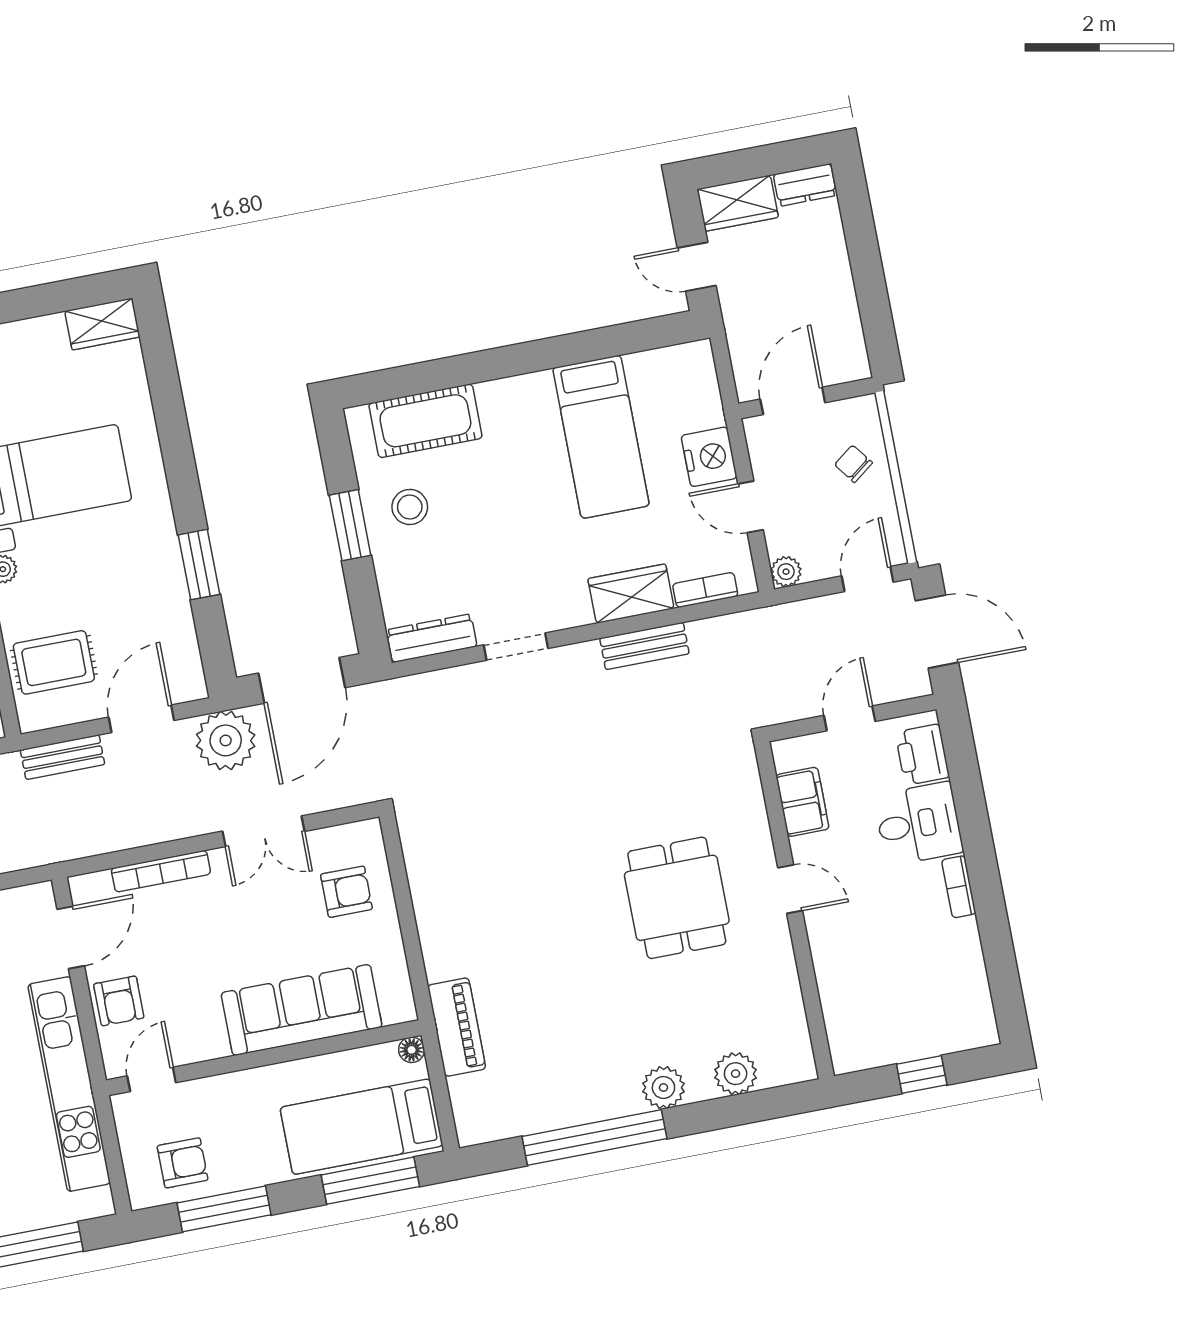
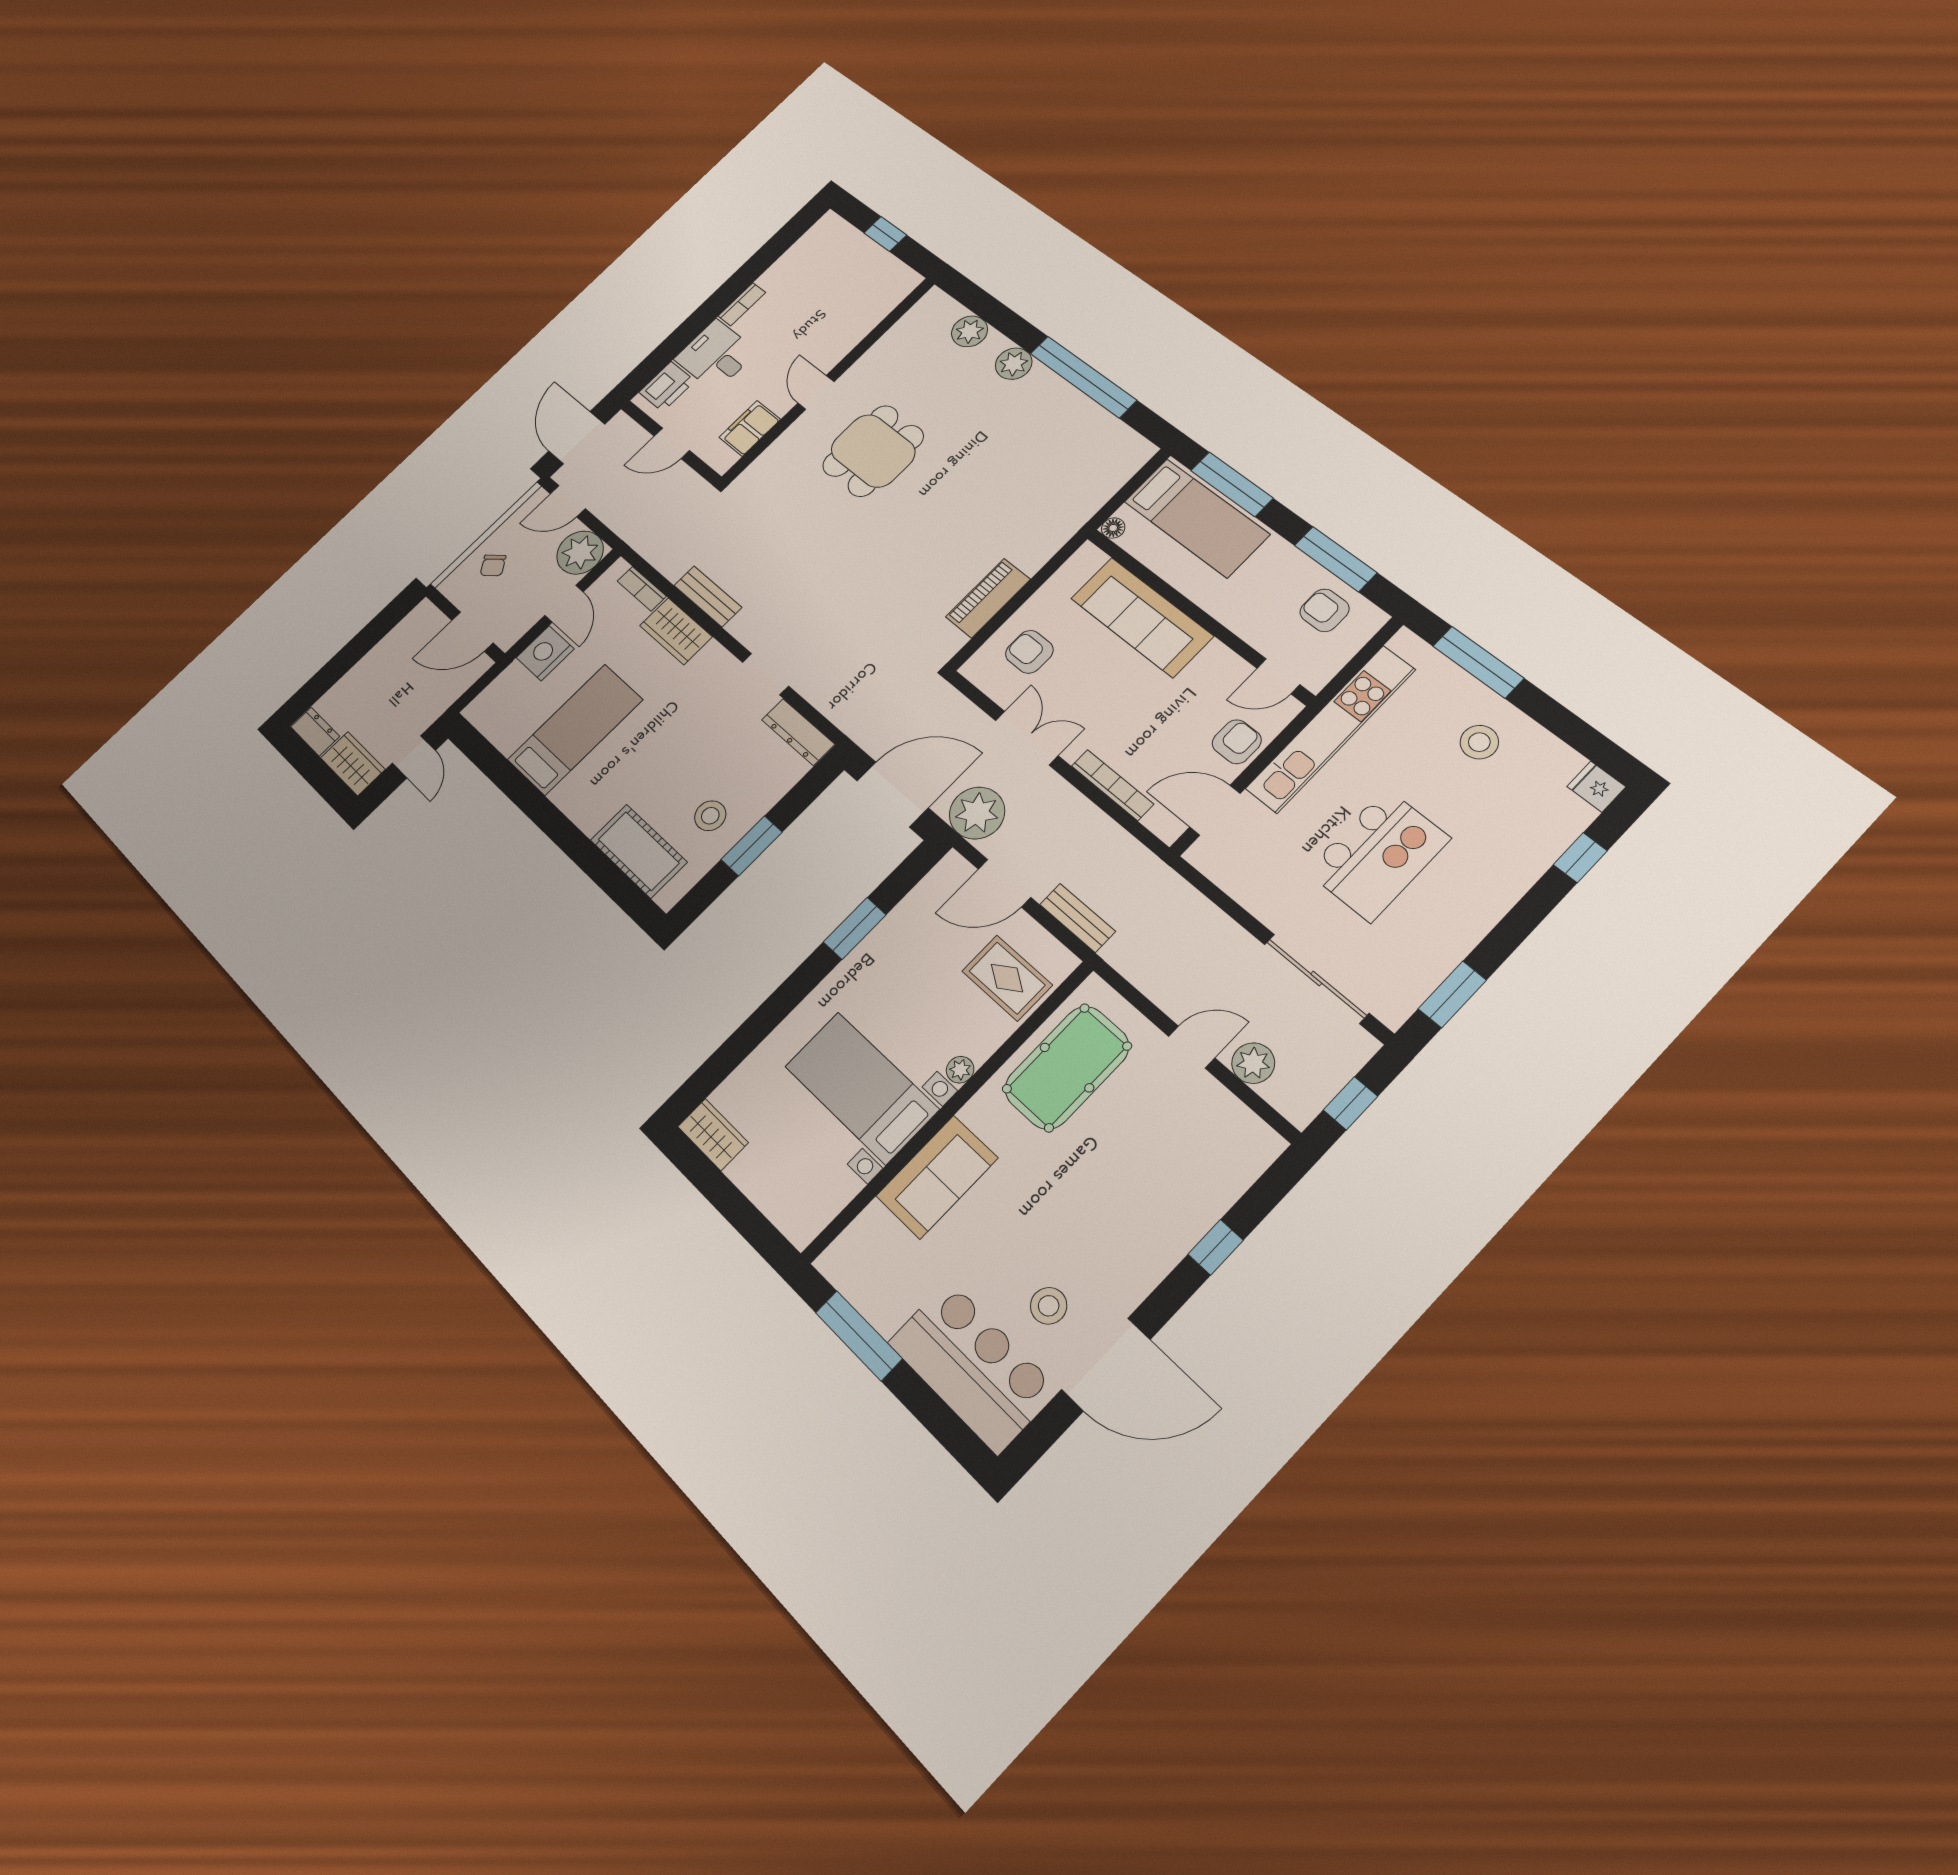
plant: (786, 572) -> (580, 553), width x1.87, depth x1.87
piano: (457, 1027) -> (988, 598), moved

